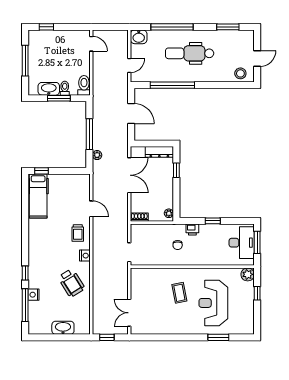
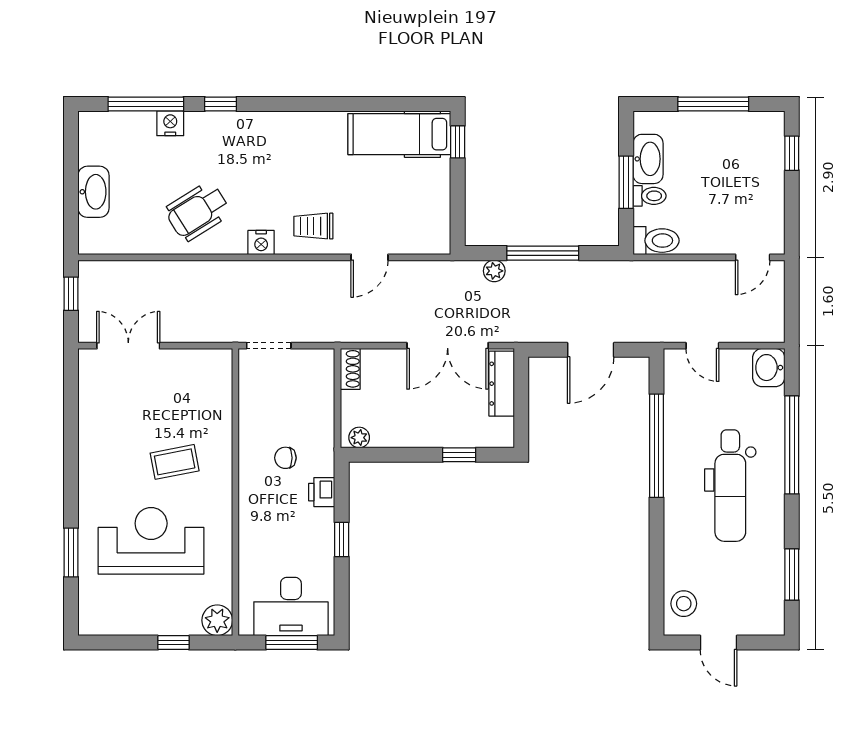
dental chair: (190, 53) -> (730, 486), turned 180
dresser: (159, 152) -> (502, 384), moved

